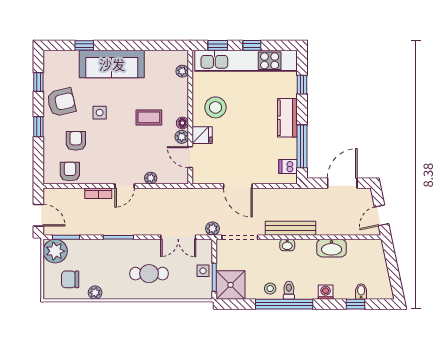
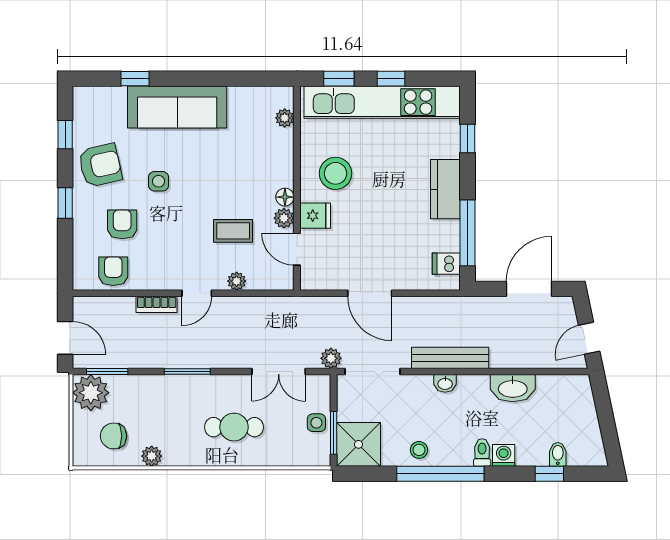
coffee table: (149, 117) -> (233, 231), moved
toilet: (289, 290) -> (482, 452), moved

